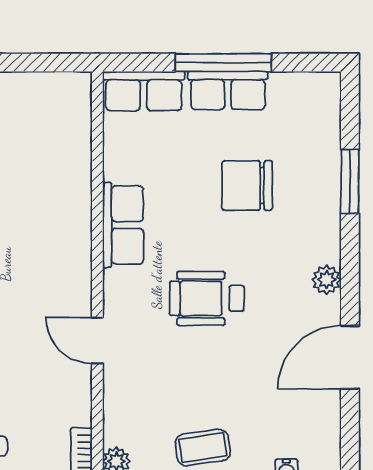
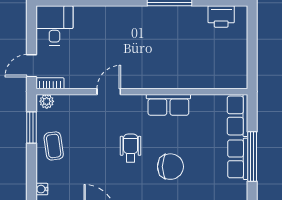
chair: (247, 185) -> (170, 167), moved, turned 90
wheelchair: (207, 298) -> (131, 148), width x0.73, depth x0.73

